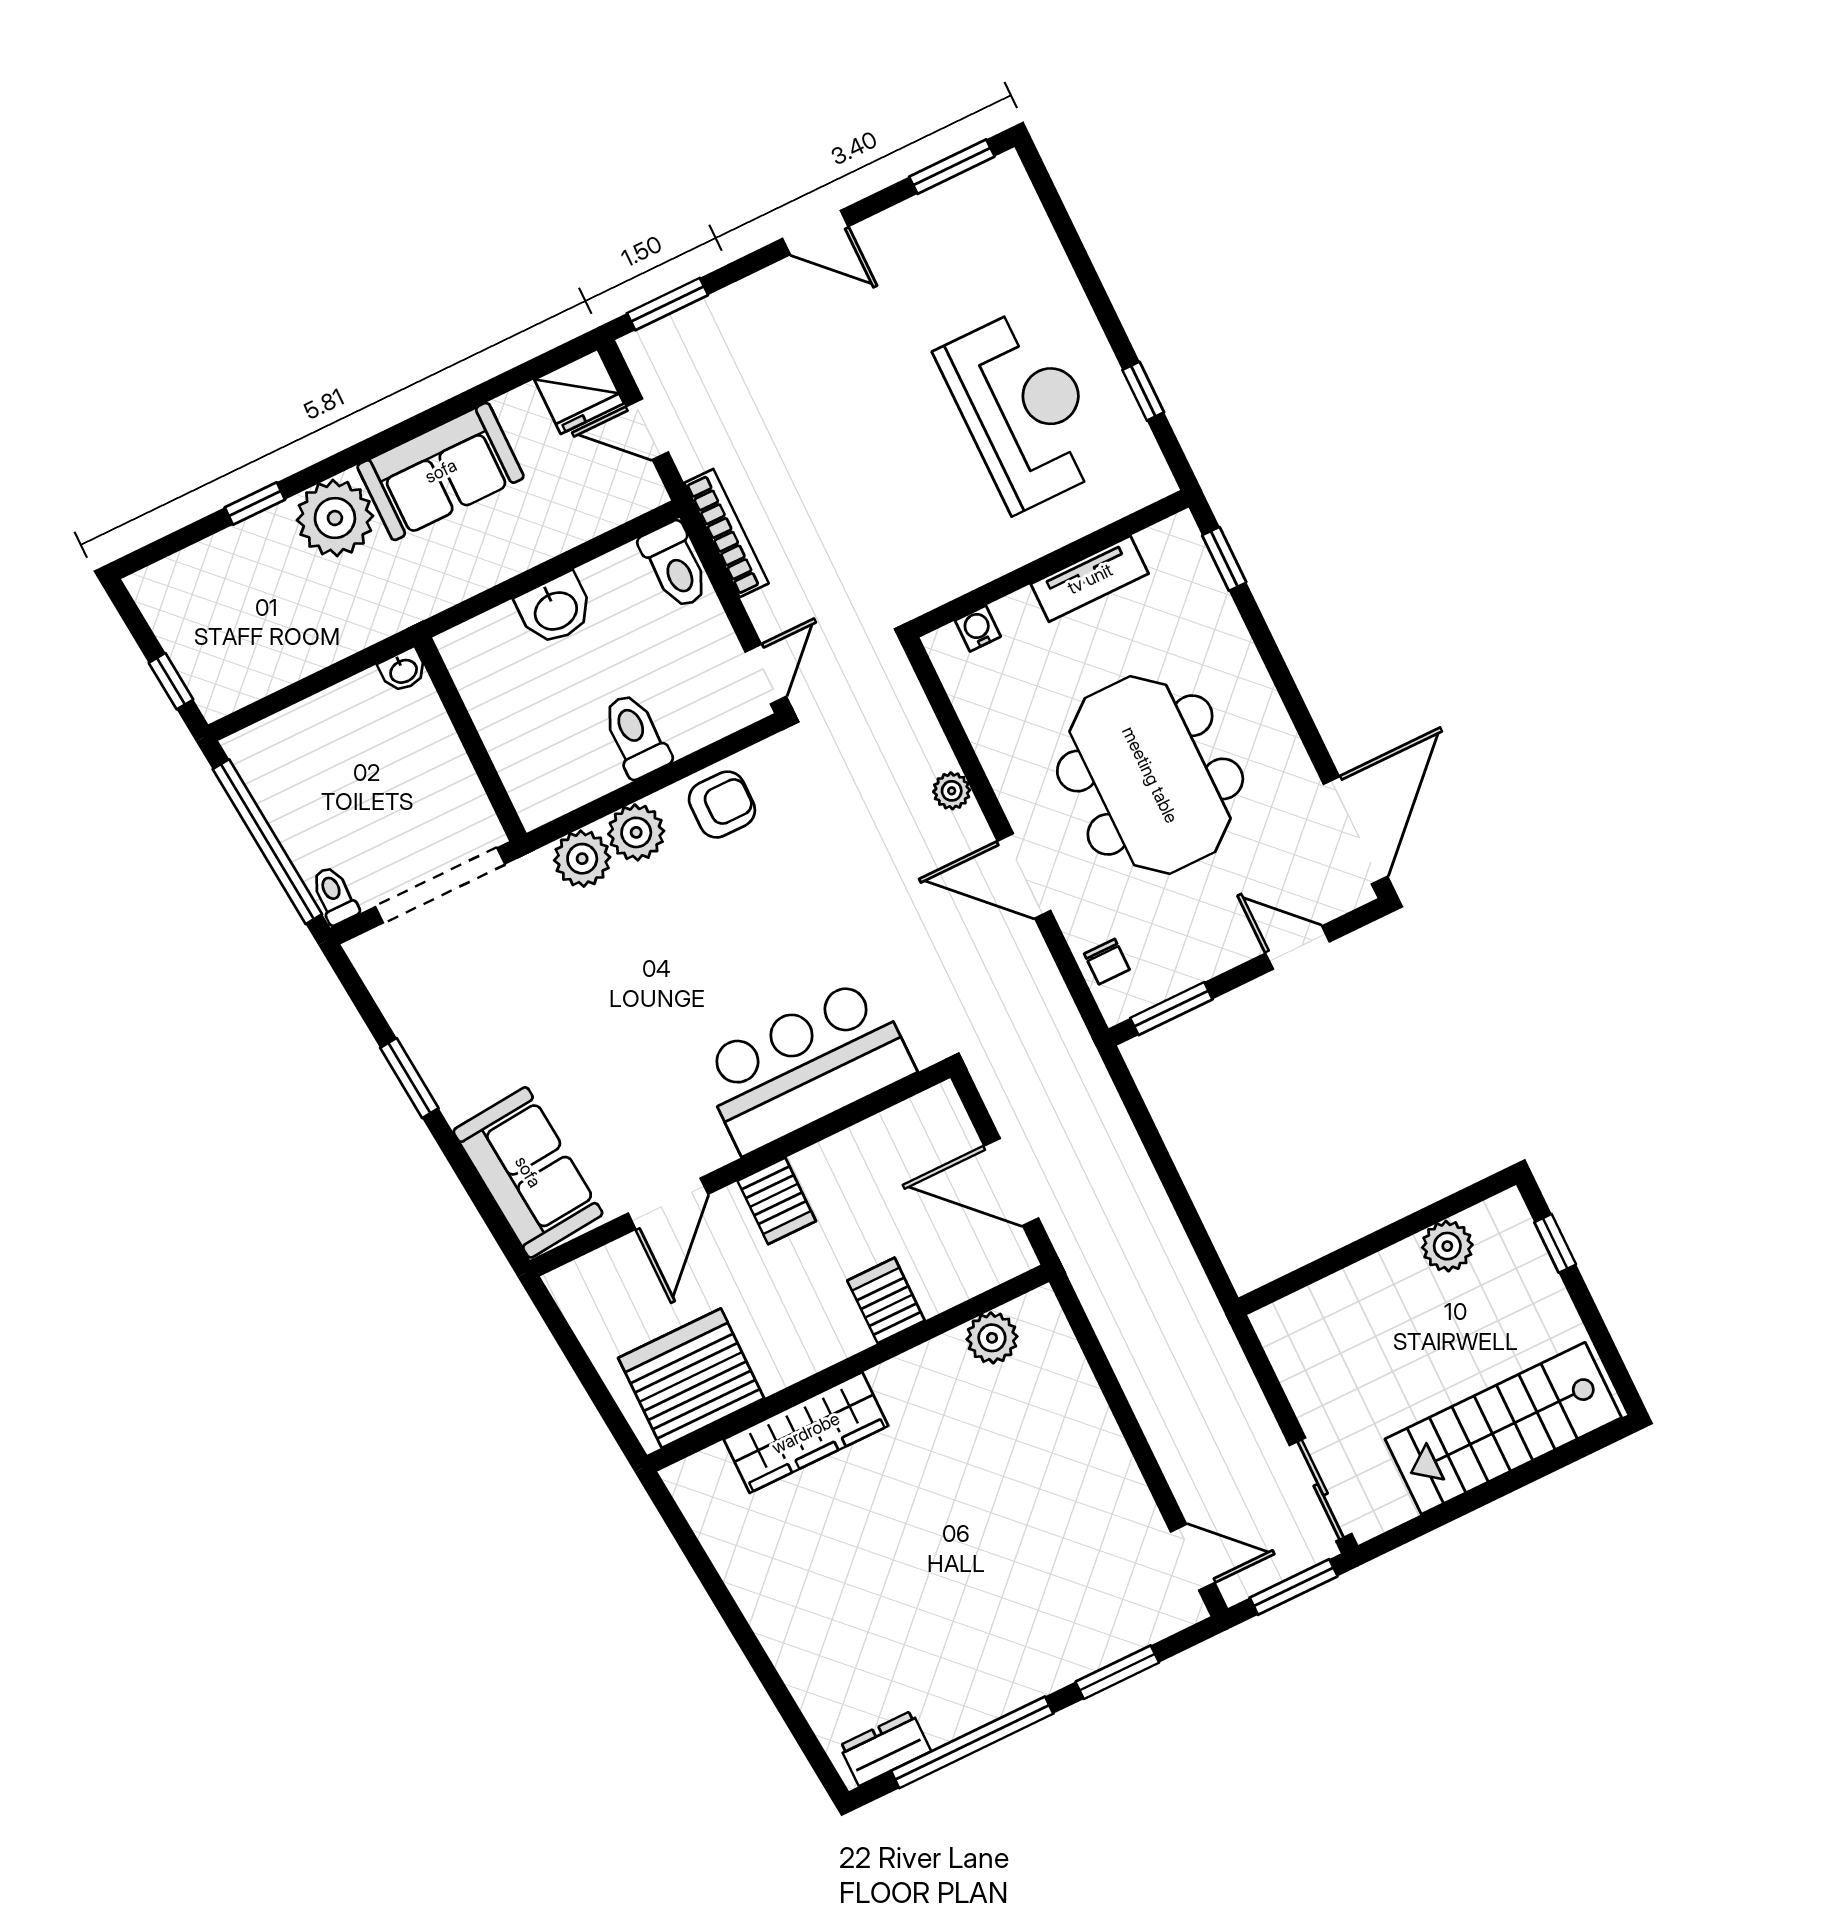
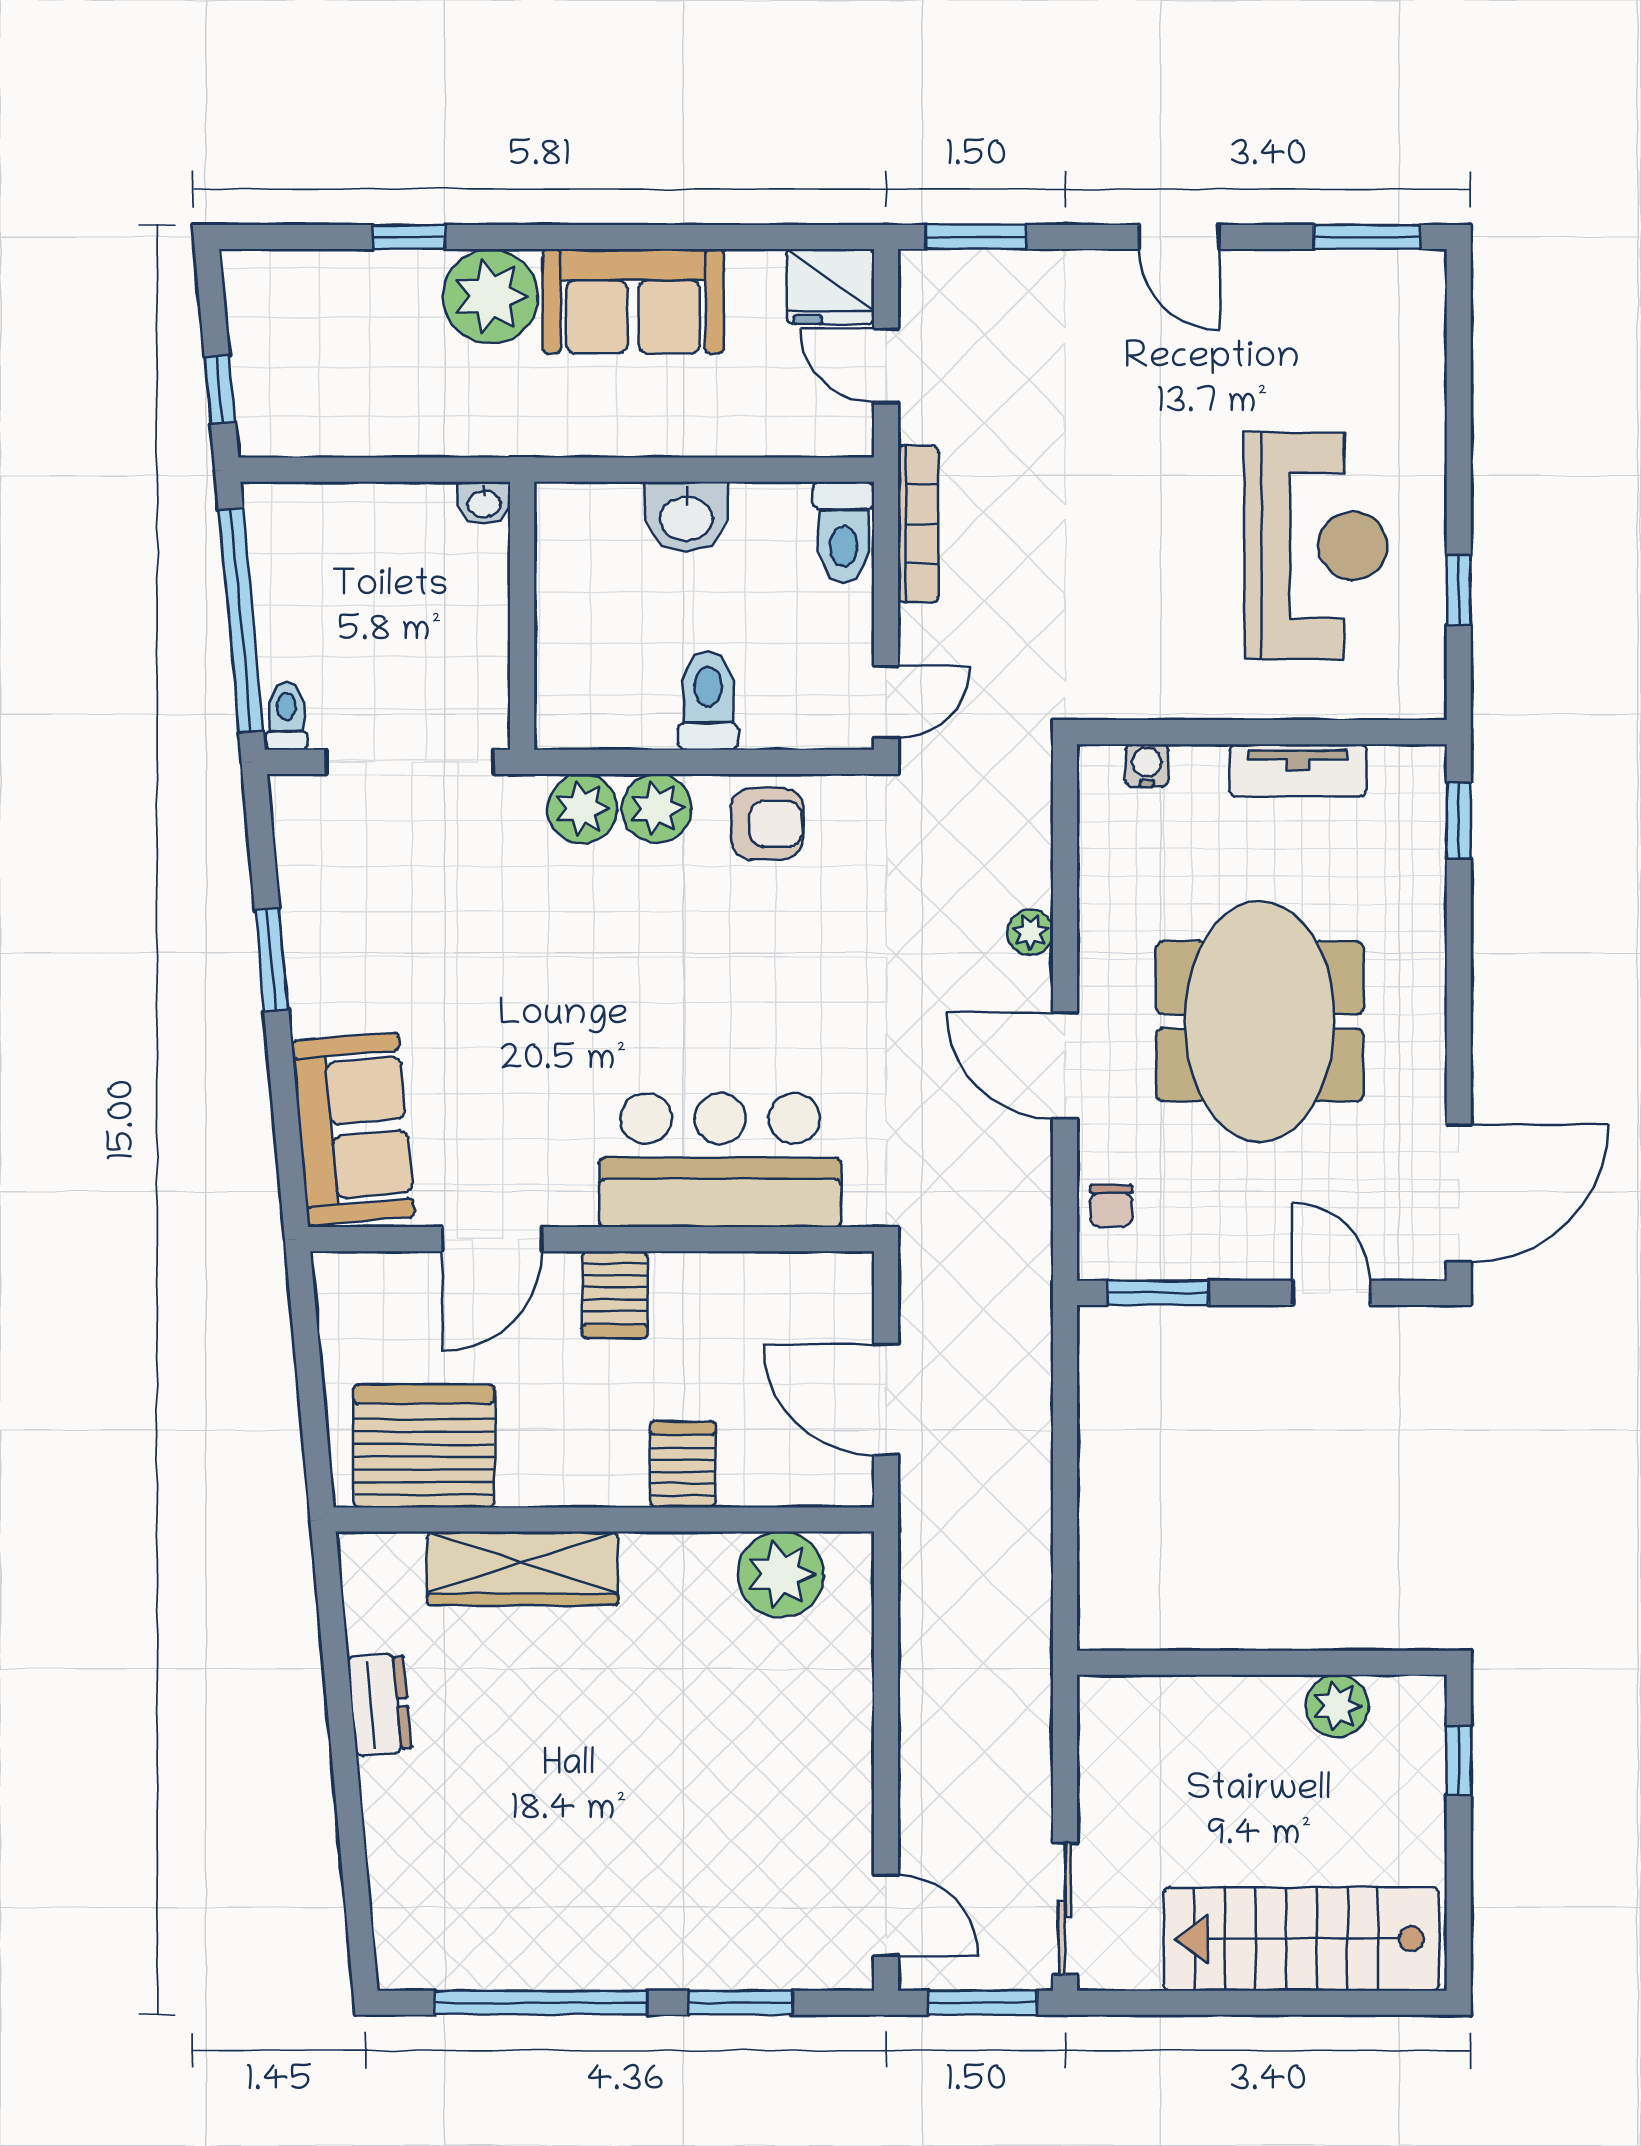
plant: (992, 1338) -> (781, 1574), width x1.36, depth x1.36
dresser: (885, 1748) -> (380, 1704), moved, turned 85

